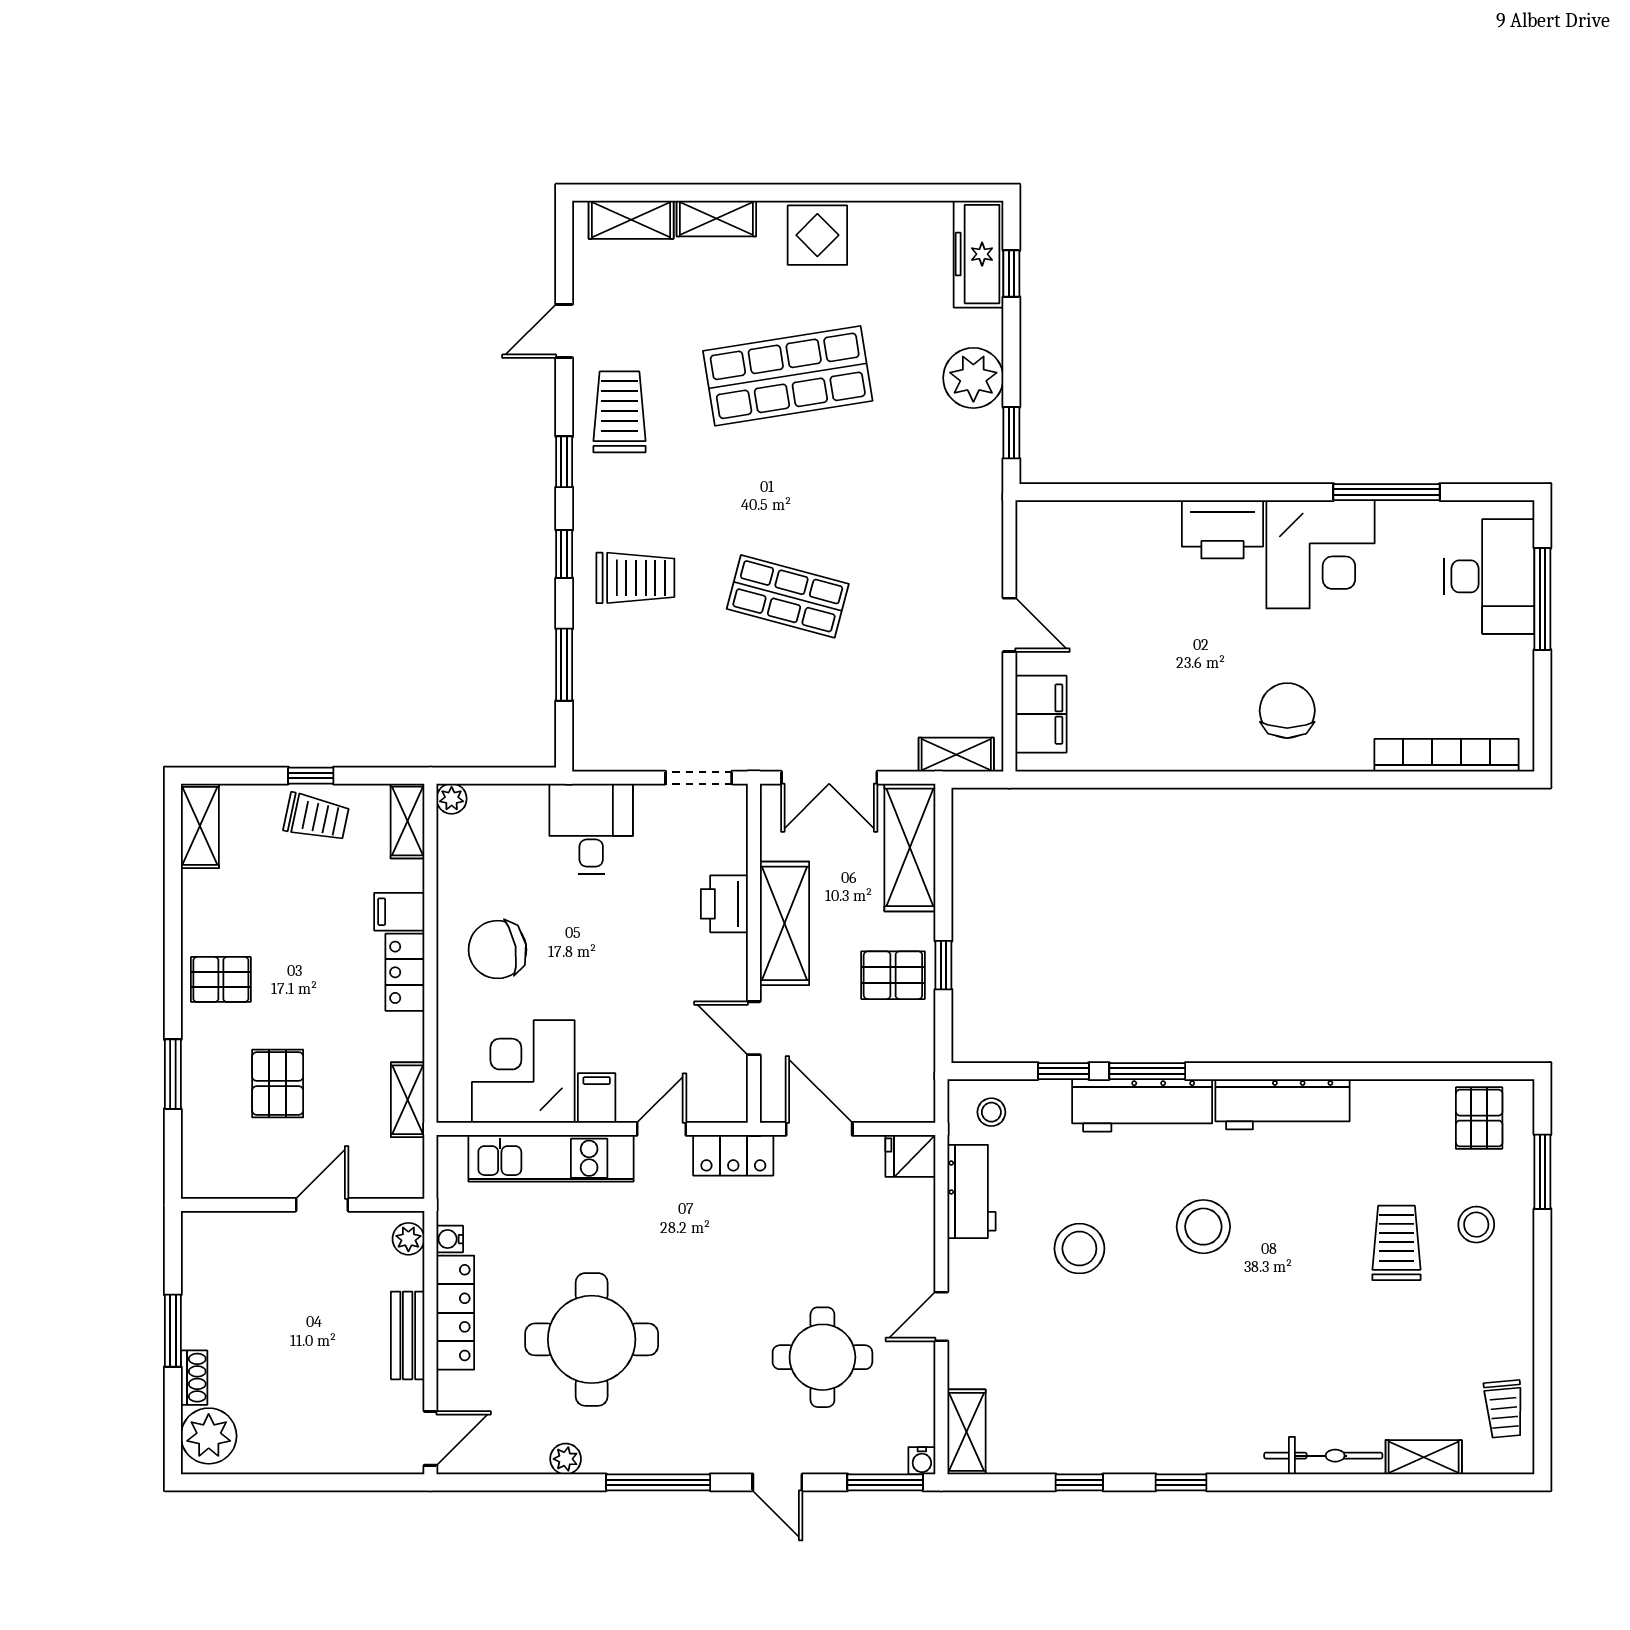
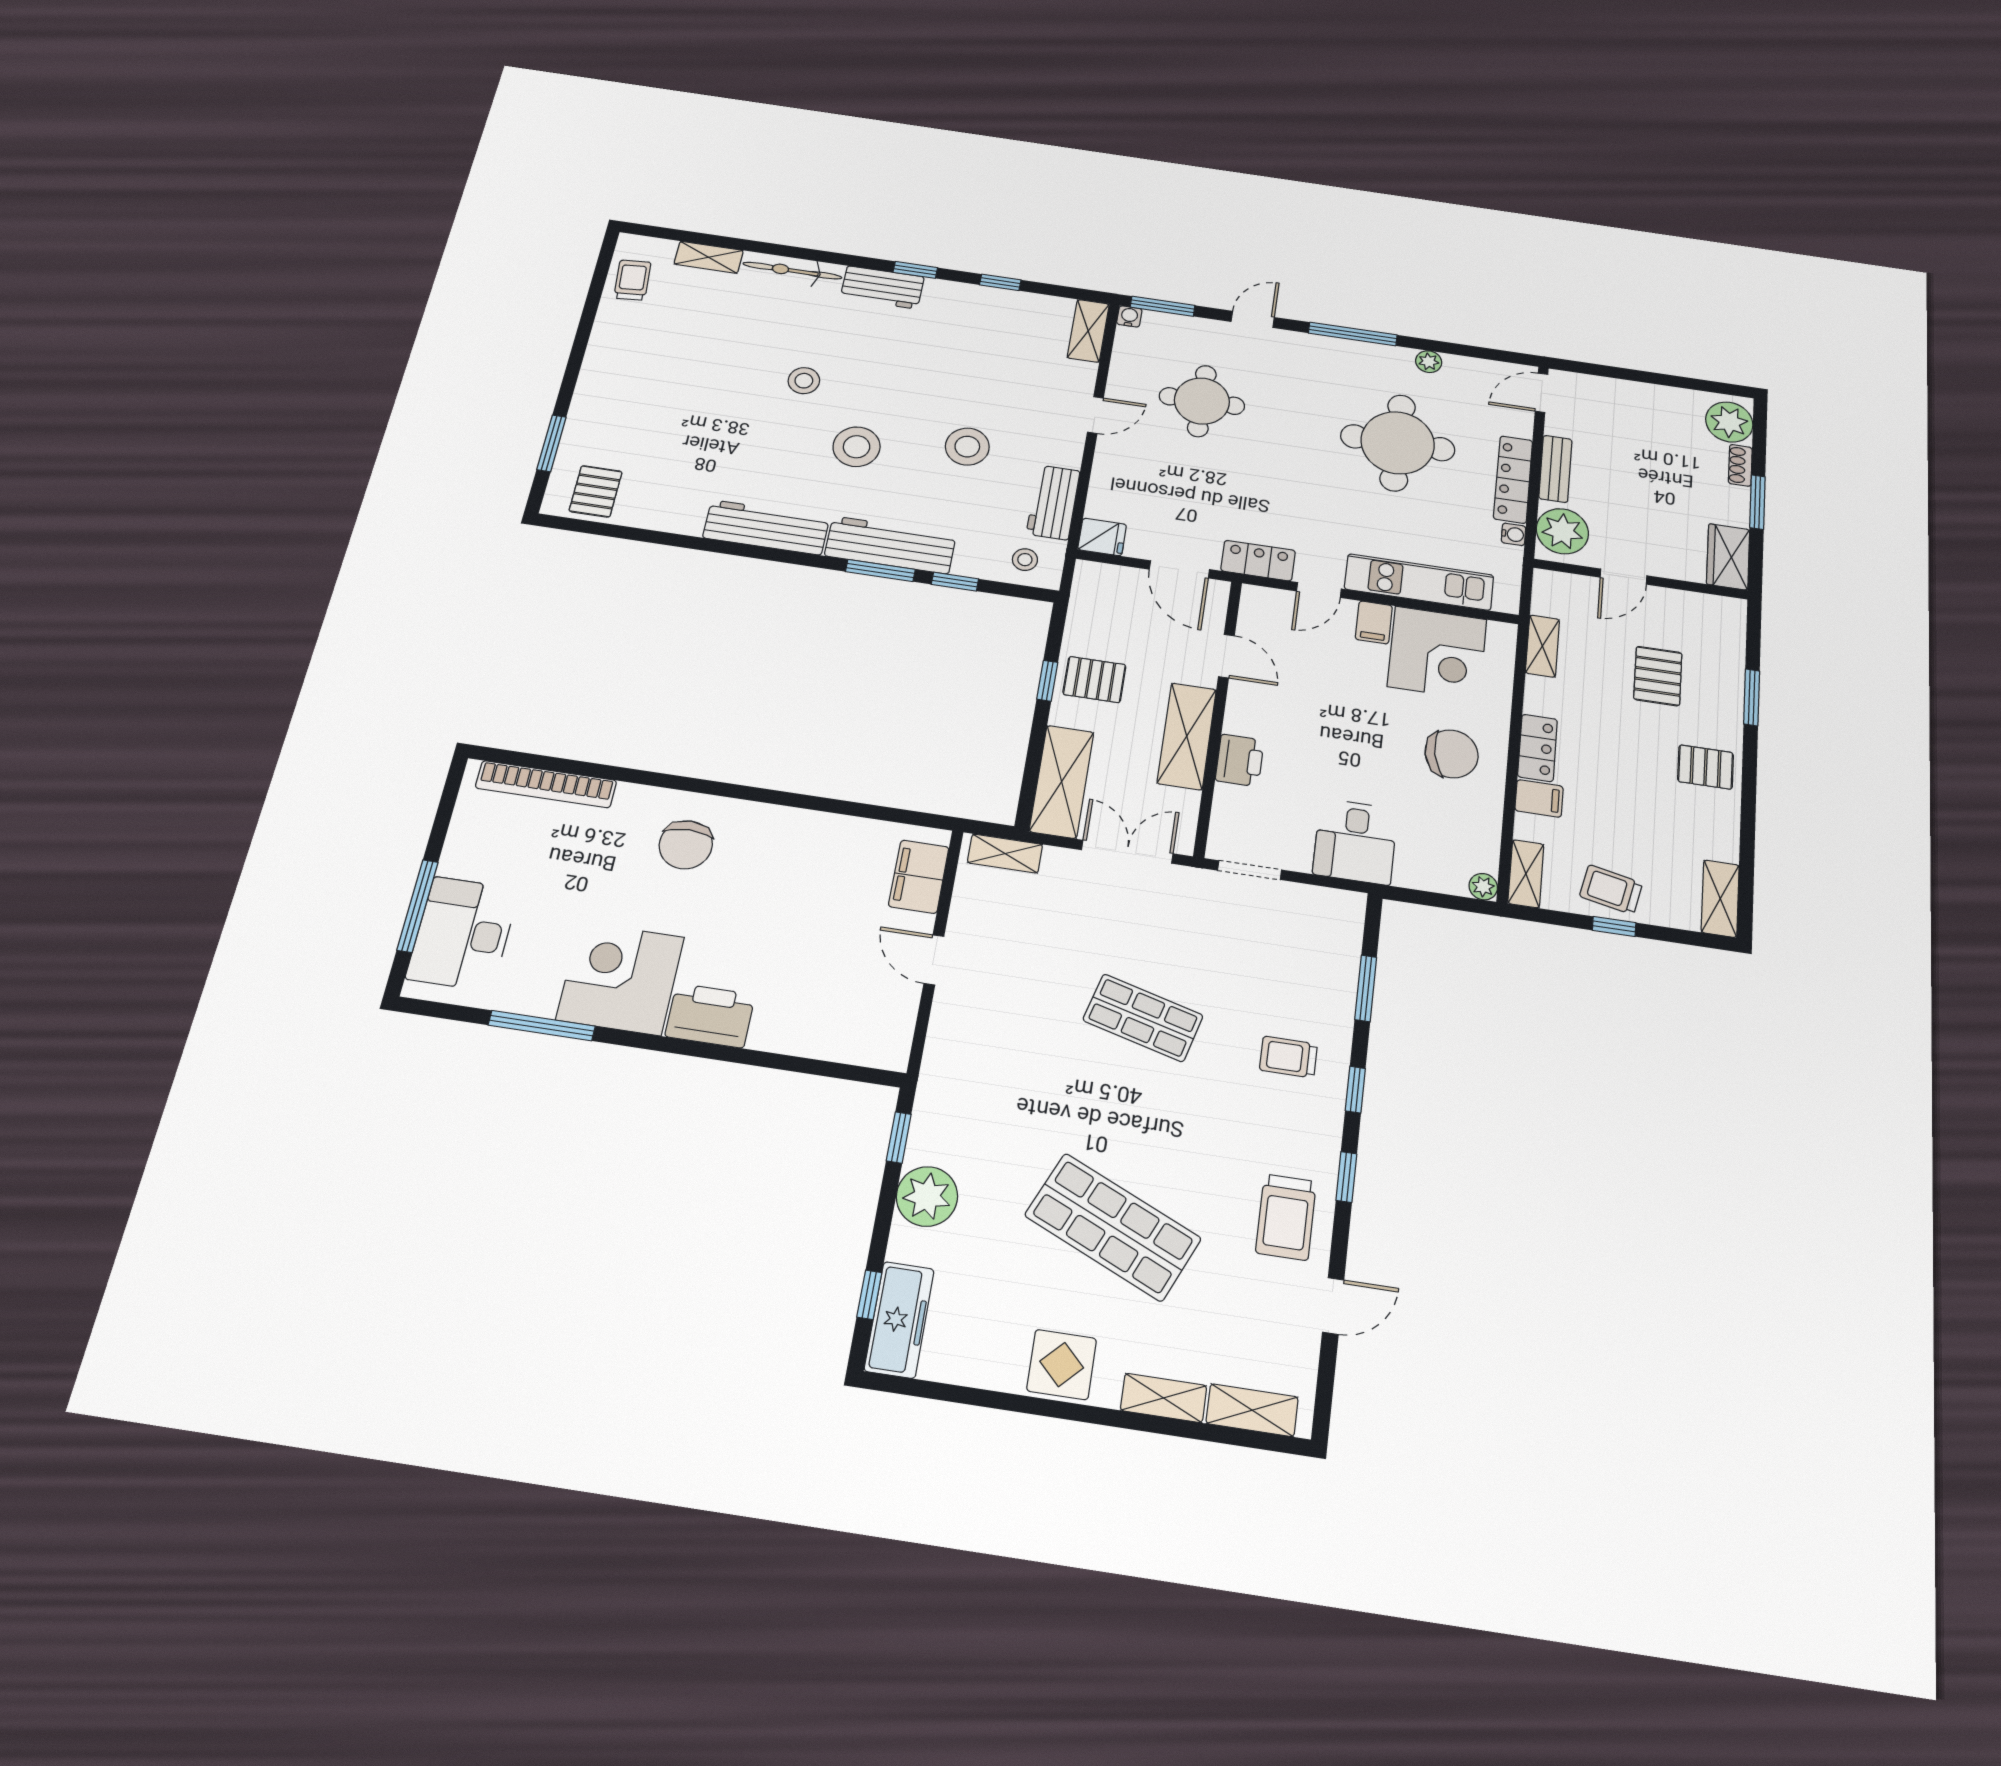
shop shelf: (788, 376) -> (1113, 1227), turned 33
trolley: (635, 578) -> (1288, 1057), width x0.73, depth x0.72
stool: (1476, 1225) -> (804, 381), moved
plant: (408, 1239) -> (1562, 531), width x1.87, depth x1.87
trolley: (1396, 1243) -> (692, 410), removed
wardrobe: (204, 1251) -> (1728, 557), added
workbench: (1215, 1451) -> (882, 287), added
door: (777, 1482) -> (1253, 319), hinge flipped

